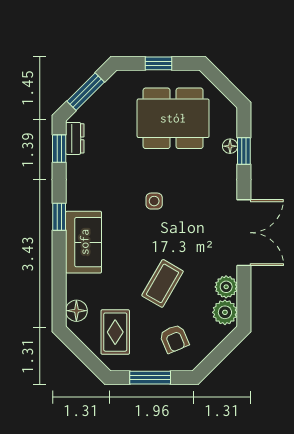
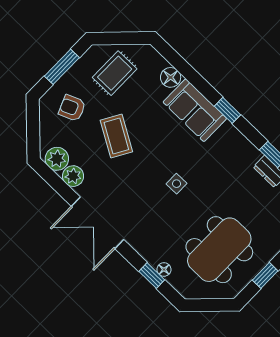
floor lamp: (76, 311) -> (171, 77), moved
rug: (115, 332) -> (115, 73), turned 90

